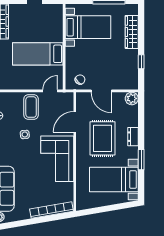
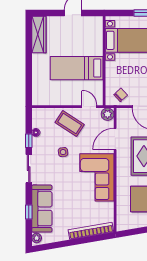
door: (50, 91) -> (89, 107), hinge flipped
plant: (67, 98) -> (108, 114), added
coffee table: (31, 107) -> (70, 123), turned -57

